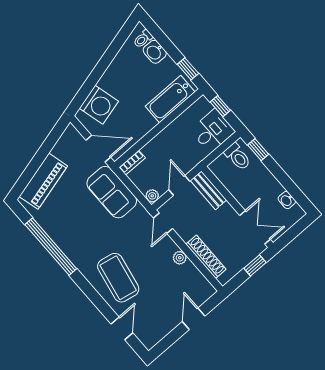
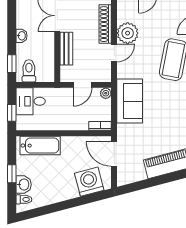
window: (188, 69) -> (12, 174), moved
bench: (208, 190) -> (66, 49), moved
sofa: (112, 192) -> (130, 101), moved
washbasin: (287, 200) -> (21, 36), moved
door: (163, 223) -> (114, 53), moved
plant: (180, 258) -> (128, 33), width x1.88, depth x1.88

